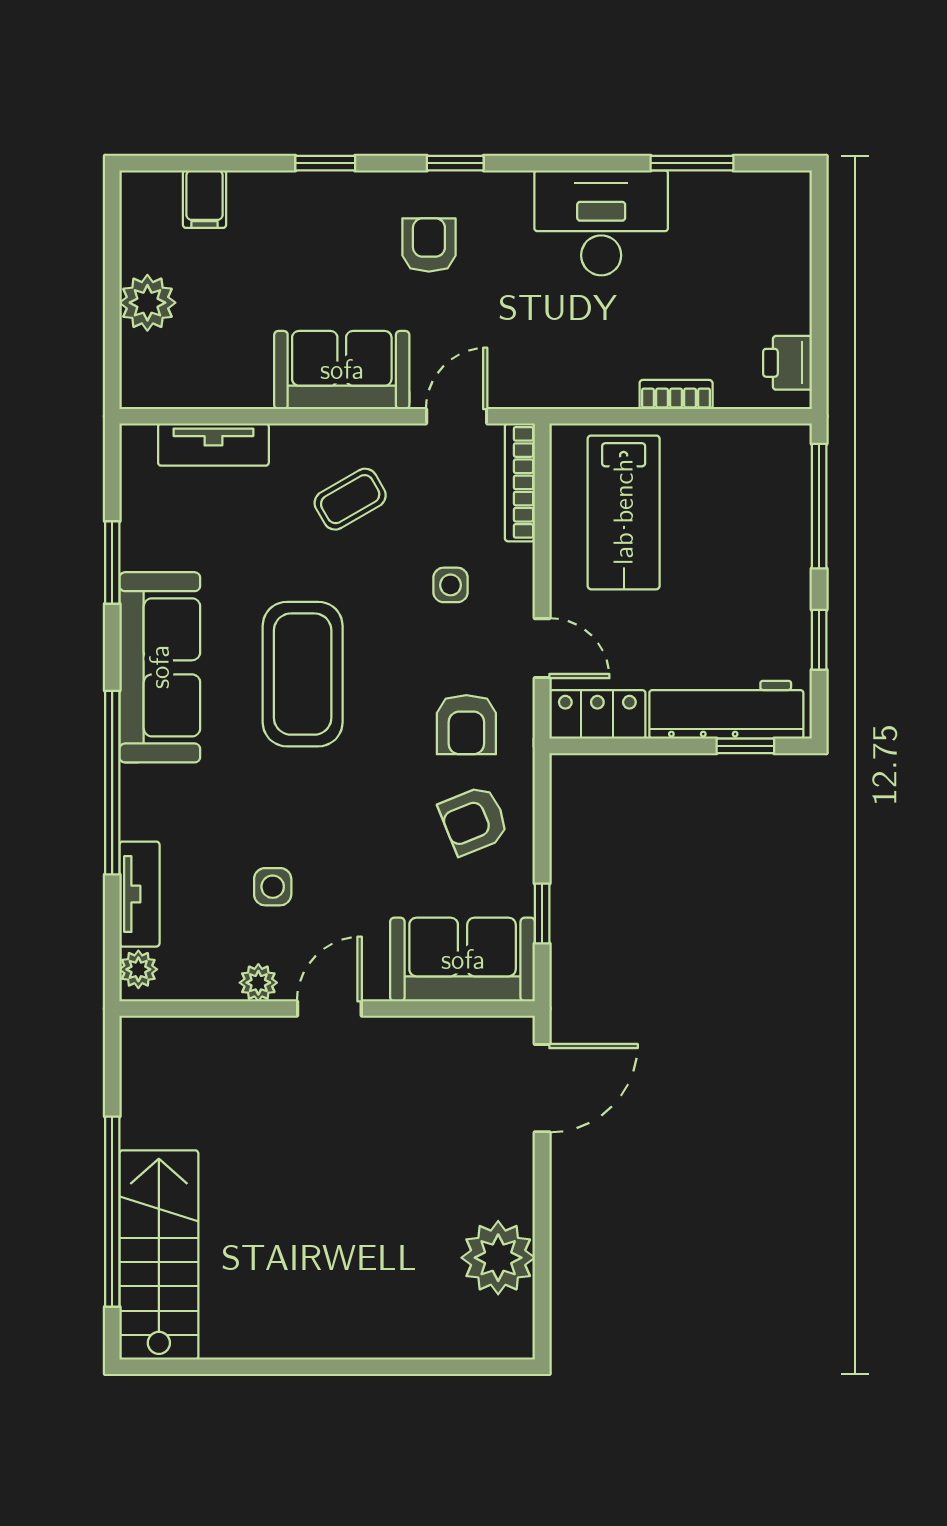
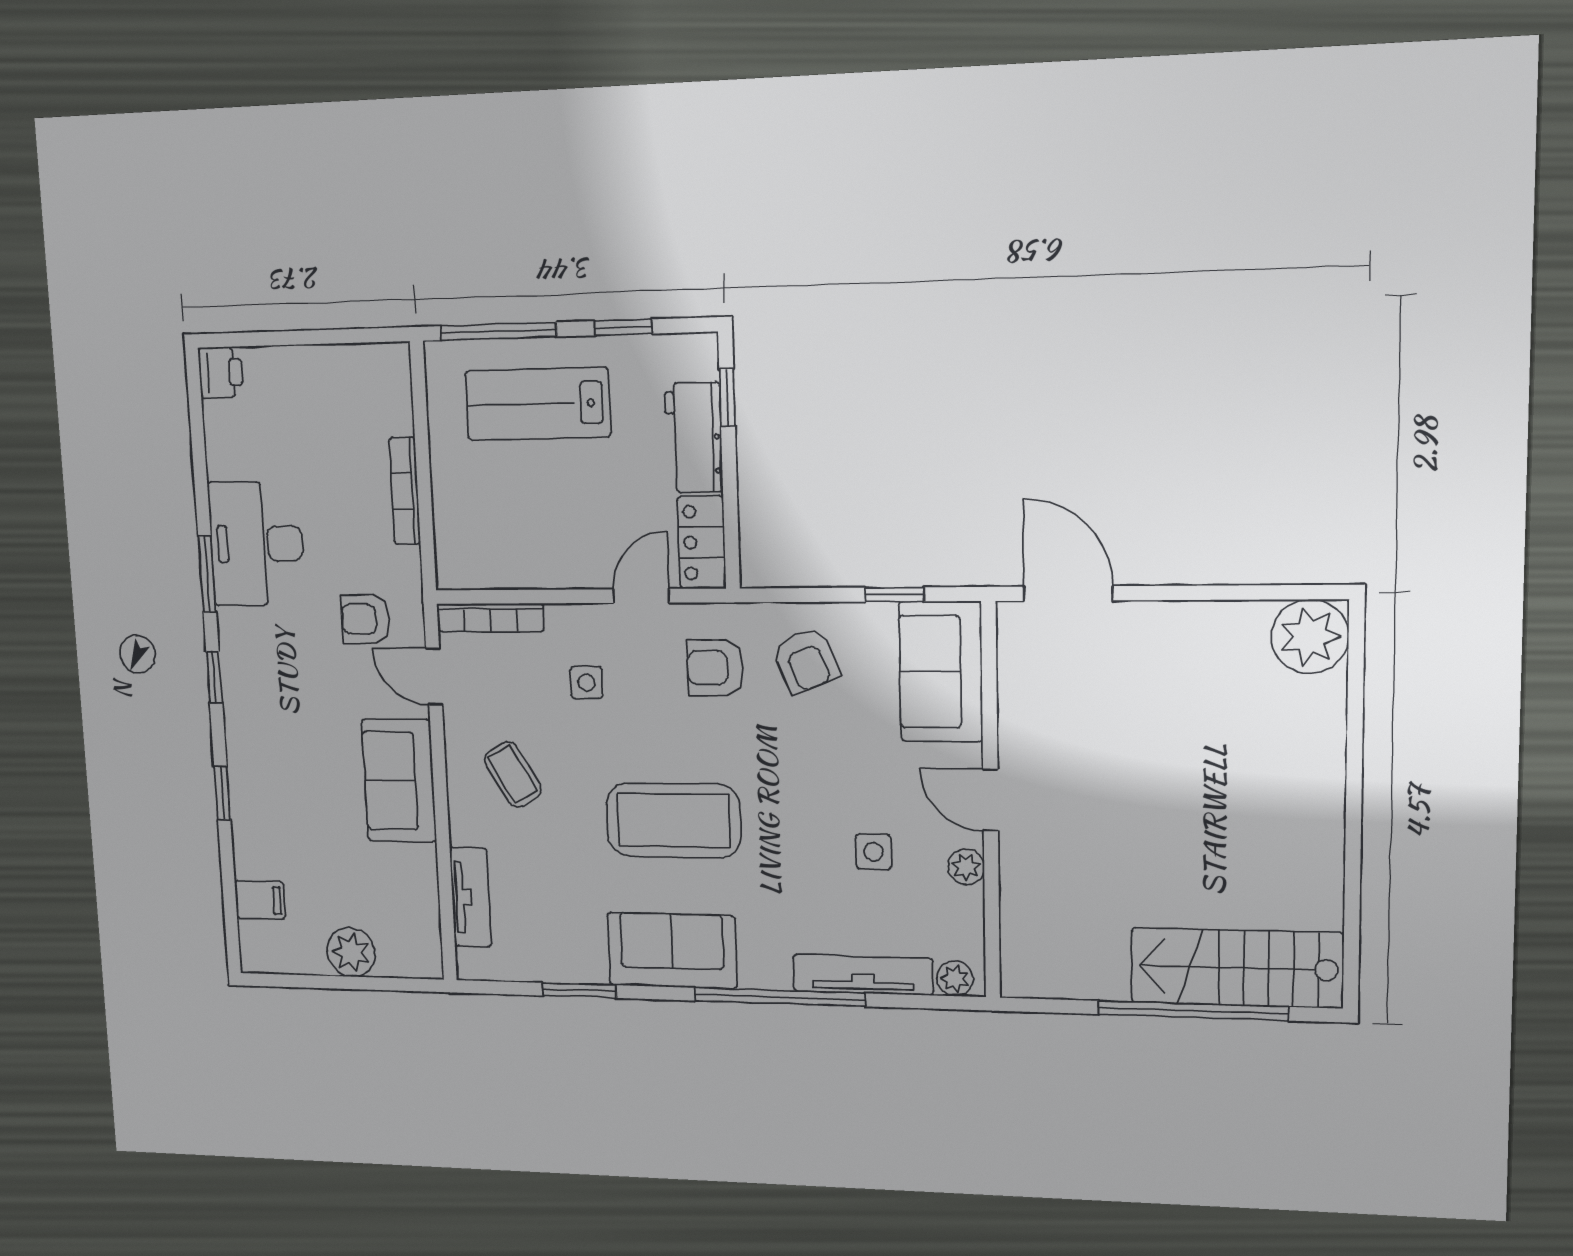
window: (692, 163) -> (207, 574), moved
armchair: (429, 245) -> (366, 619), moved
printer: (788, 363) -> (221, 372), moved, turned -90
bookcase: (676, 395) -> (405, 491), width x1.56
lab bench: (624, 512) -> (538, 404), moved, turned 180
sofa: (160, 667) -> (672, 951), width x0.73
workbench: (726, 710) -> (694, 438), width x0.73
armchair: (466, 725) -> (715, 668), turned 180
tv unit: (139, 894) -> (863, 975), width x1.41
plant: (498, 1258) -> (1310, 637), moved

